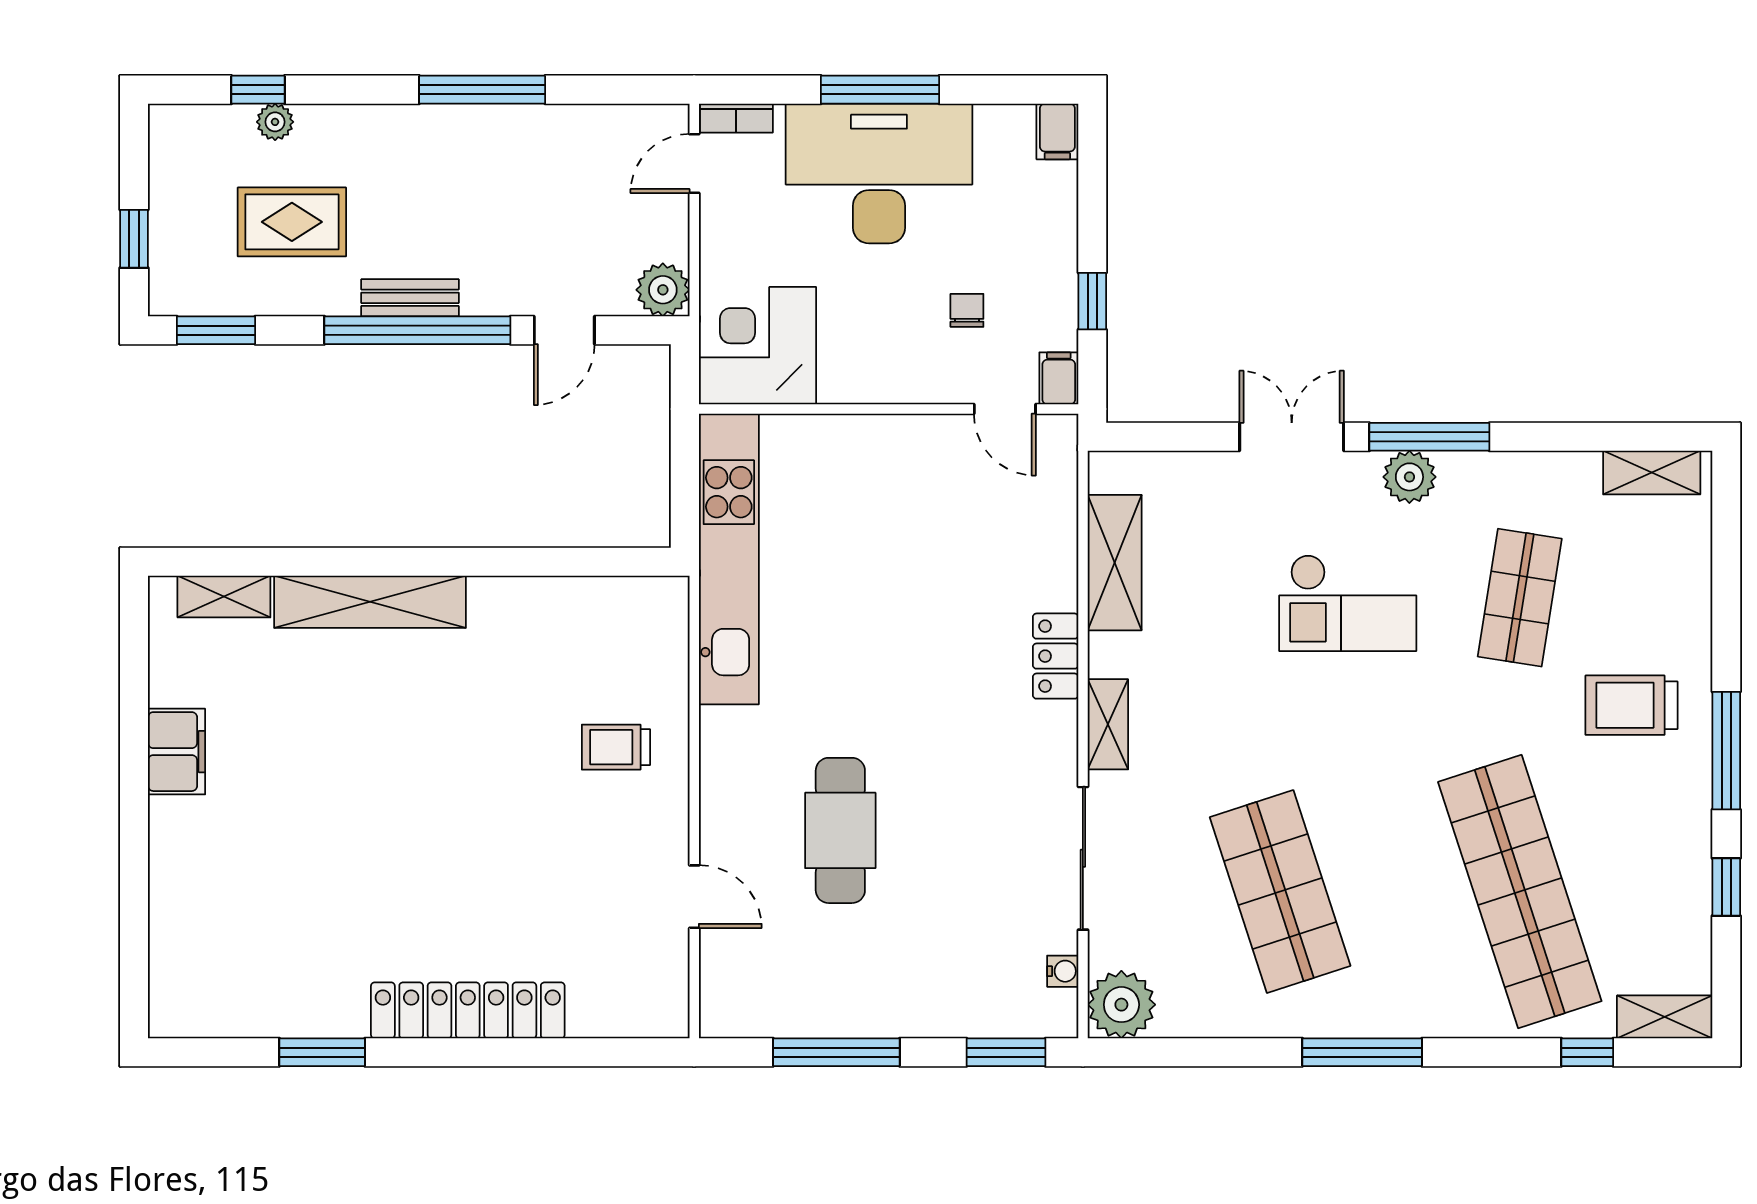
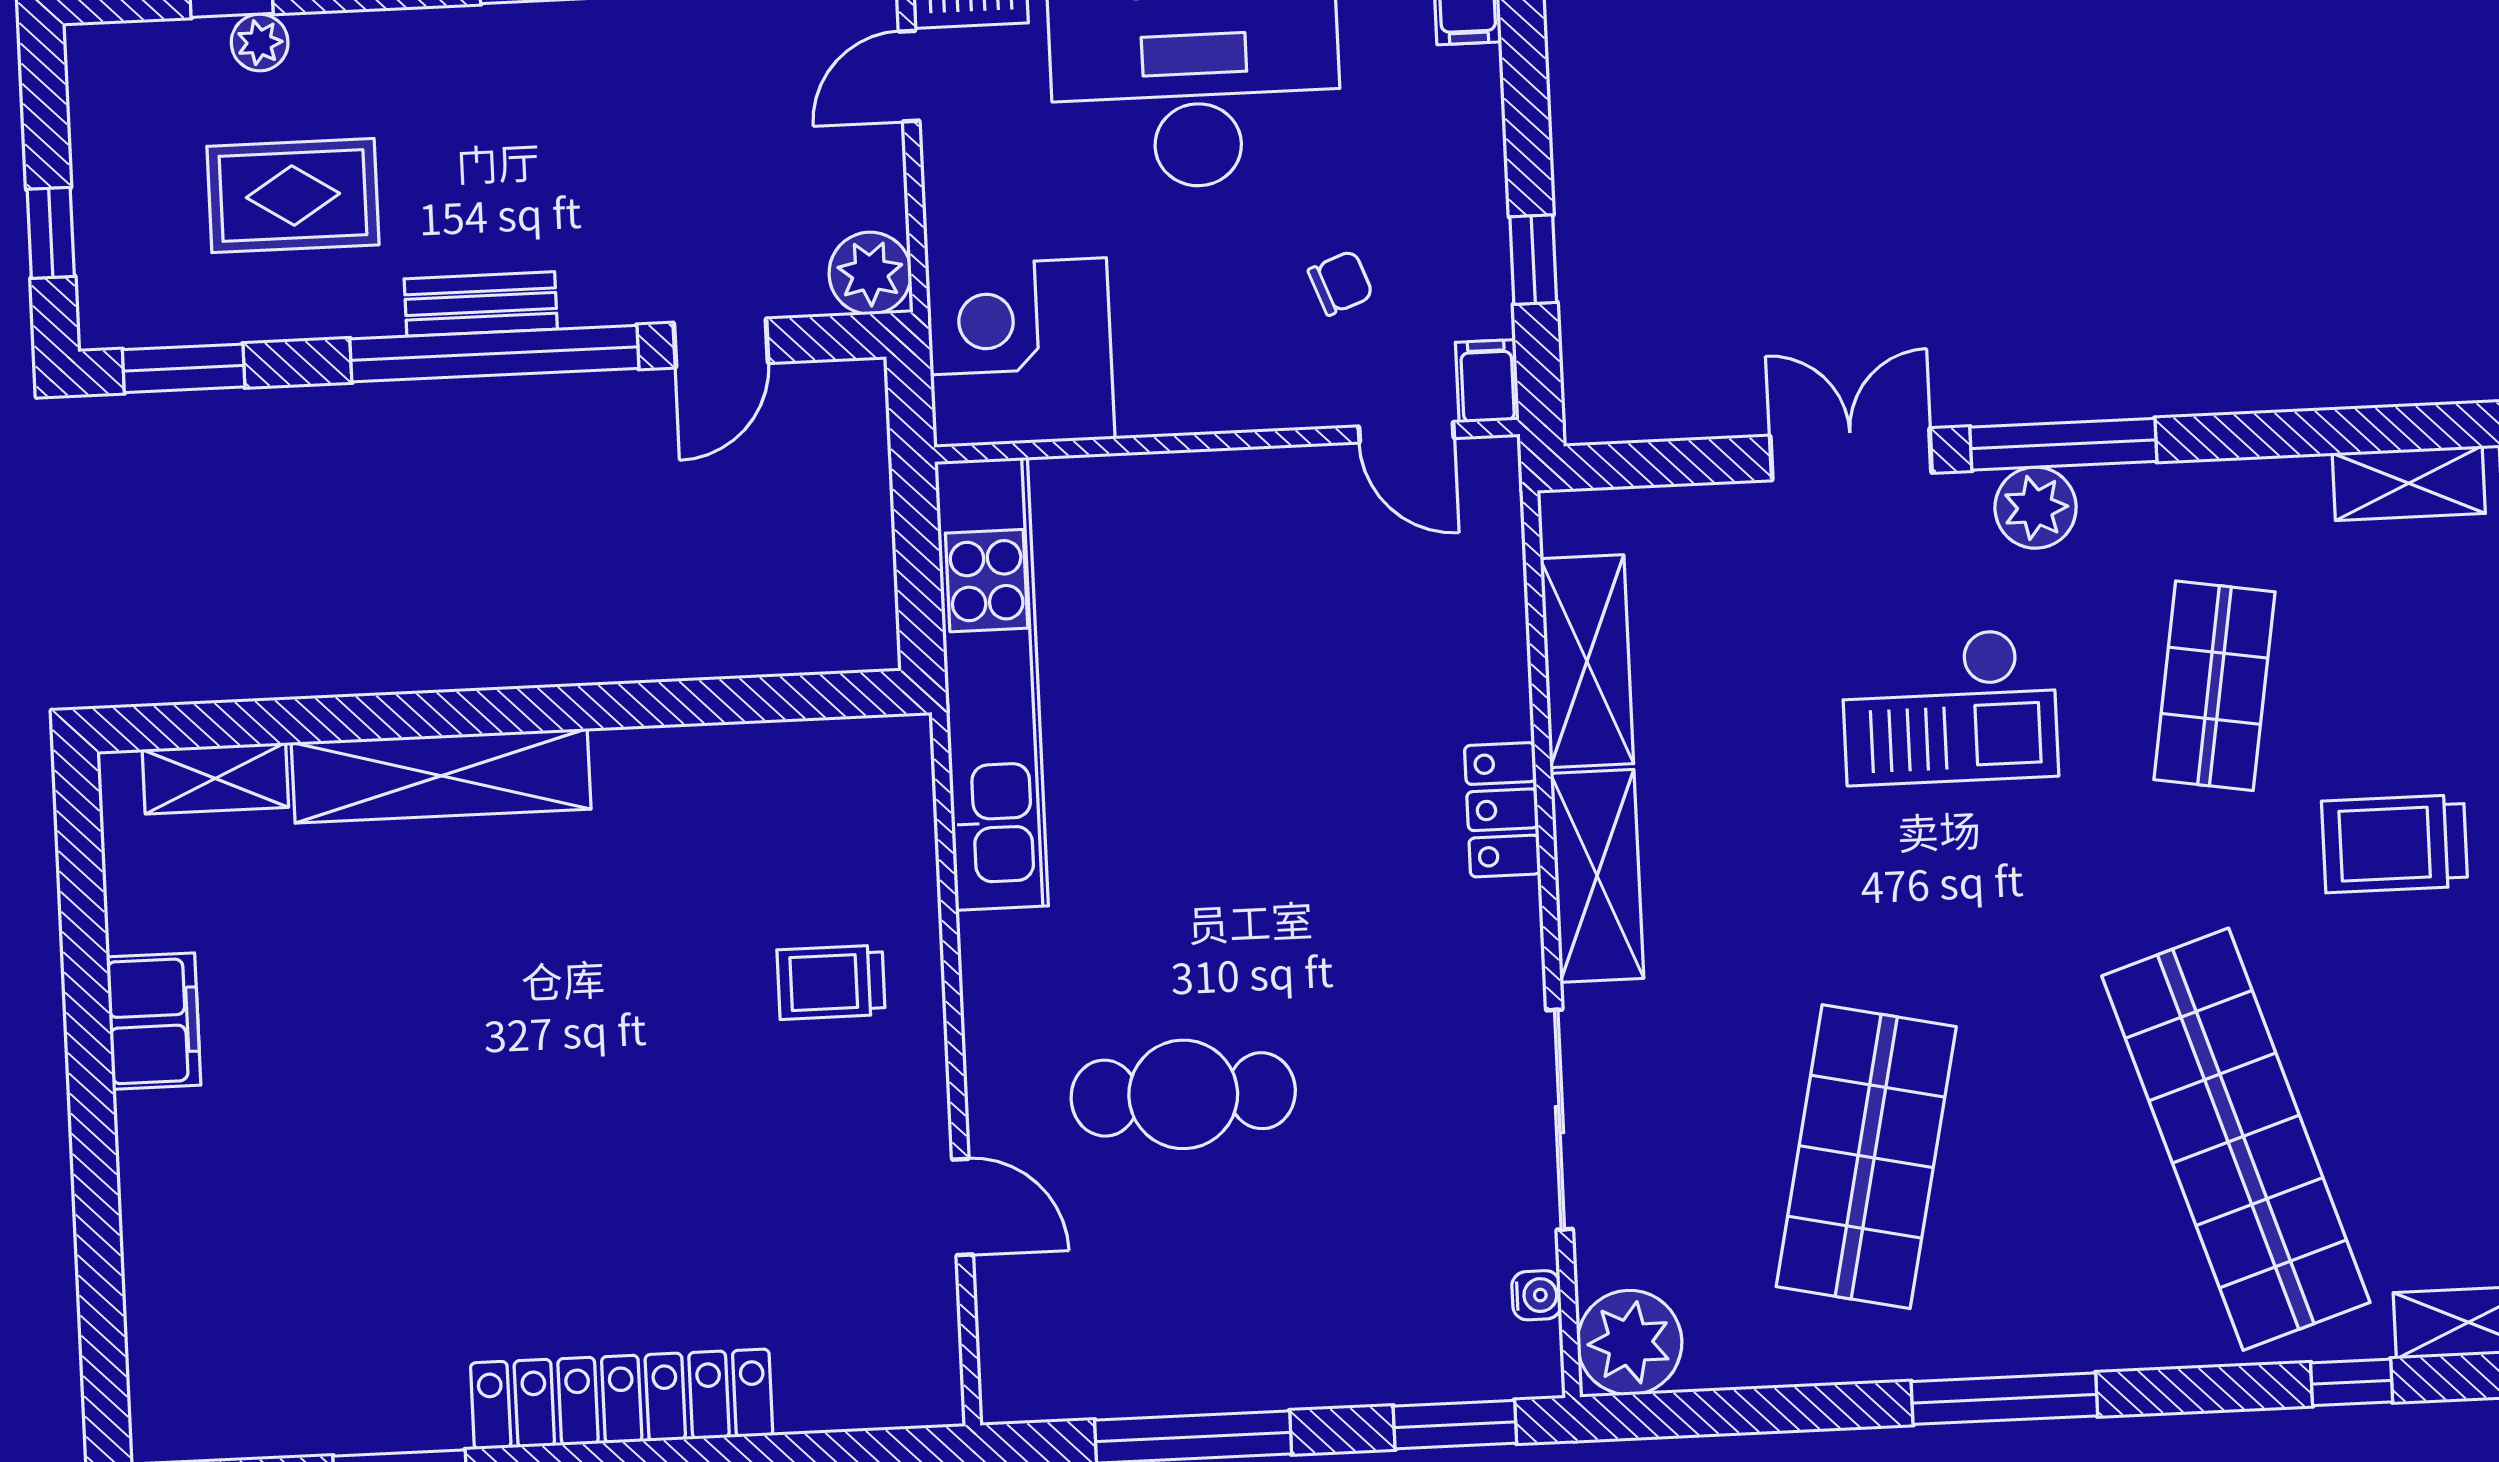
chair: (967, 310) -> (1341, 283), turned 69
shelving: (1108, 724) -> (1597, 876), width x1.50, depth x1.33
cafe table: (840, 830) -> (1183, 1094), turned 90
shop shelf: (1280, 892) -> (1866, 1157), turned 30

